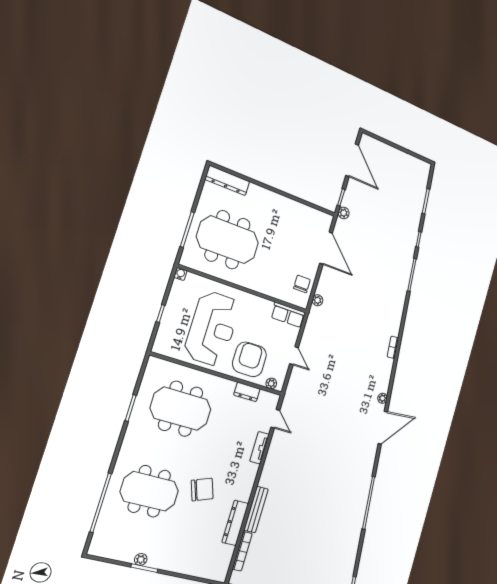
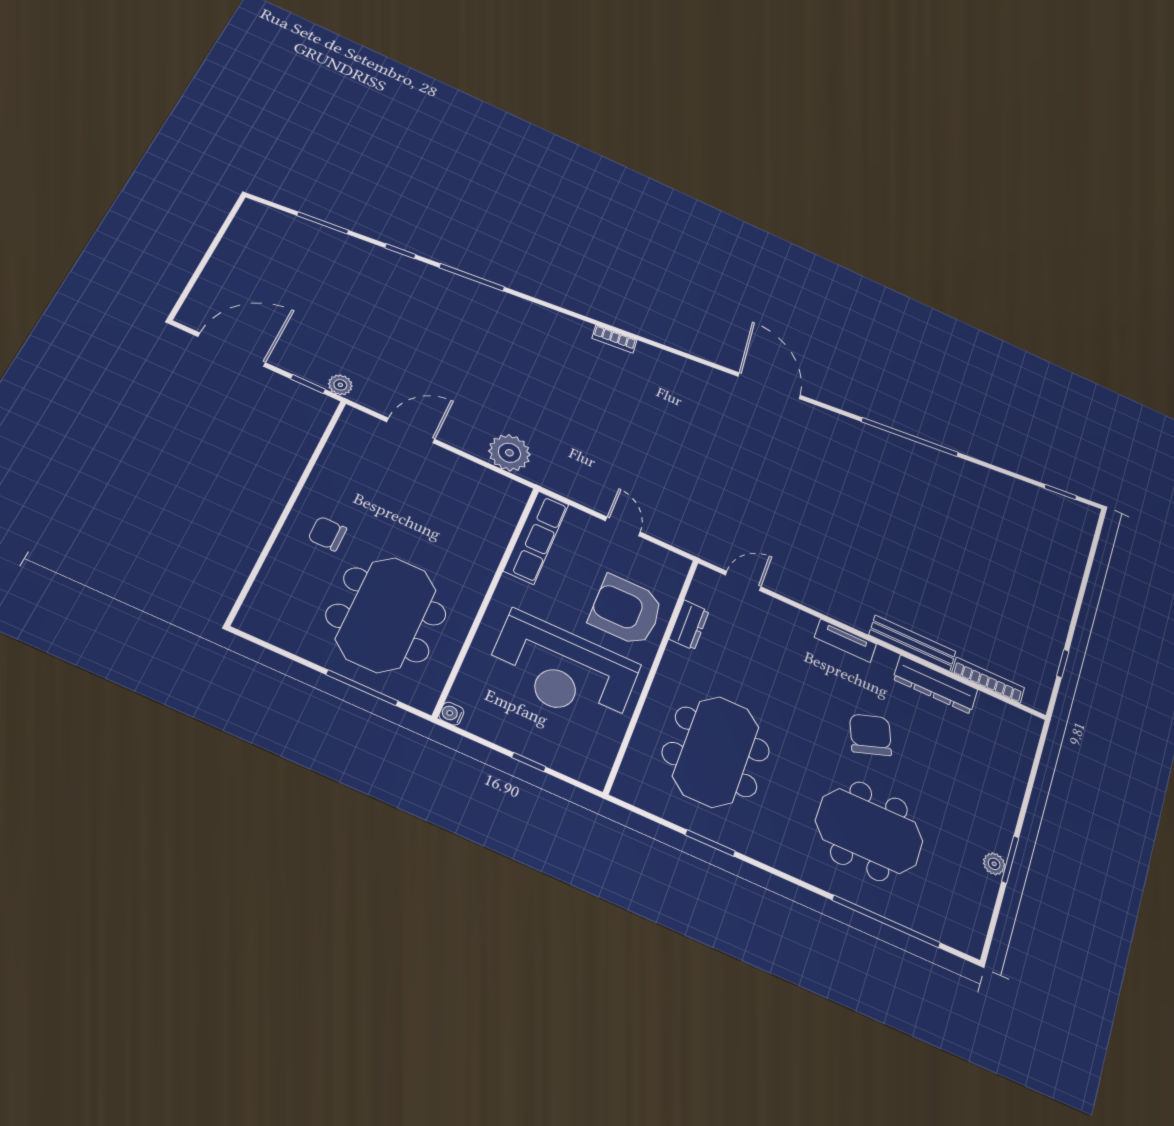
dresser: (227, 180) -> (264, 596), removed
door: (326, 248) -> (411, 431), width x0.73
chair: (302, 284) -> (327, 534), moved
plant: (317, 300) -> (509, 453), width x1.87, depth x1.87
row of seats: (288, 315) -> (536, 537), width x1.48
reception desk: (212, 329) -> (563, 670), turned 180
door: (294, 356) -> (623, 526), hinge flipped
plant: (271, 383) -> (675, 577), removed
plant: (383, 398) -> (713, 376), removed
tv unit: (259, 448) -> (845, 641), moved
meeting table: (149, 491) -> (869, 831), turned 90

